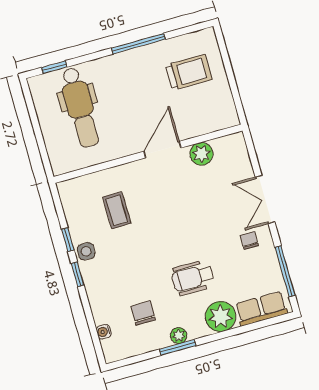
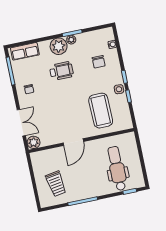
trolley: (189, 72) -> (56, 184), turned -99
plant: (201, 154) -> (34, 142), moved
double door: (265, 200) -> (21, 123), moved
coffee table: (117, 210) -> (101, 111), width x1.86, depth x1.72
chair: (143, 313) -> (99, 62), moved
plant: (220, 317) -> (59, 46), moved

